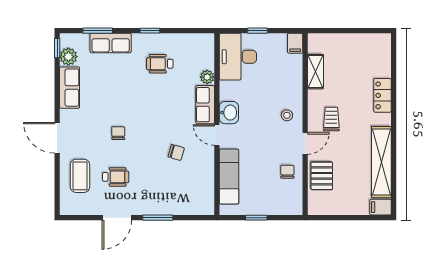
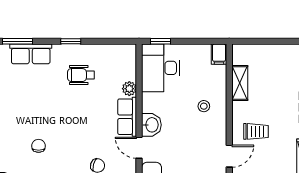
window: (257, 31) -> (160, 41), moved
stool: (287, 115) -> (204, 106), moved
trolley: (331, 119) -> (256, 131), turned 90

